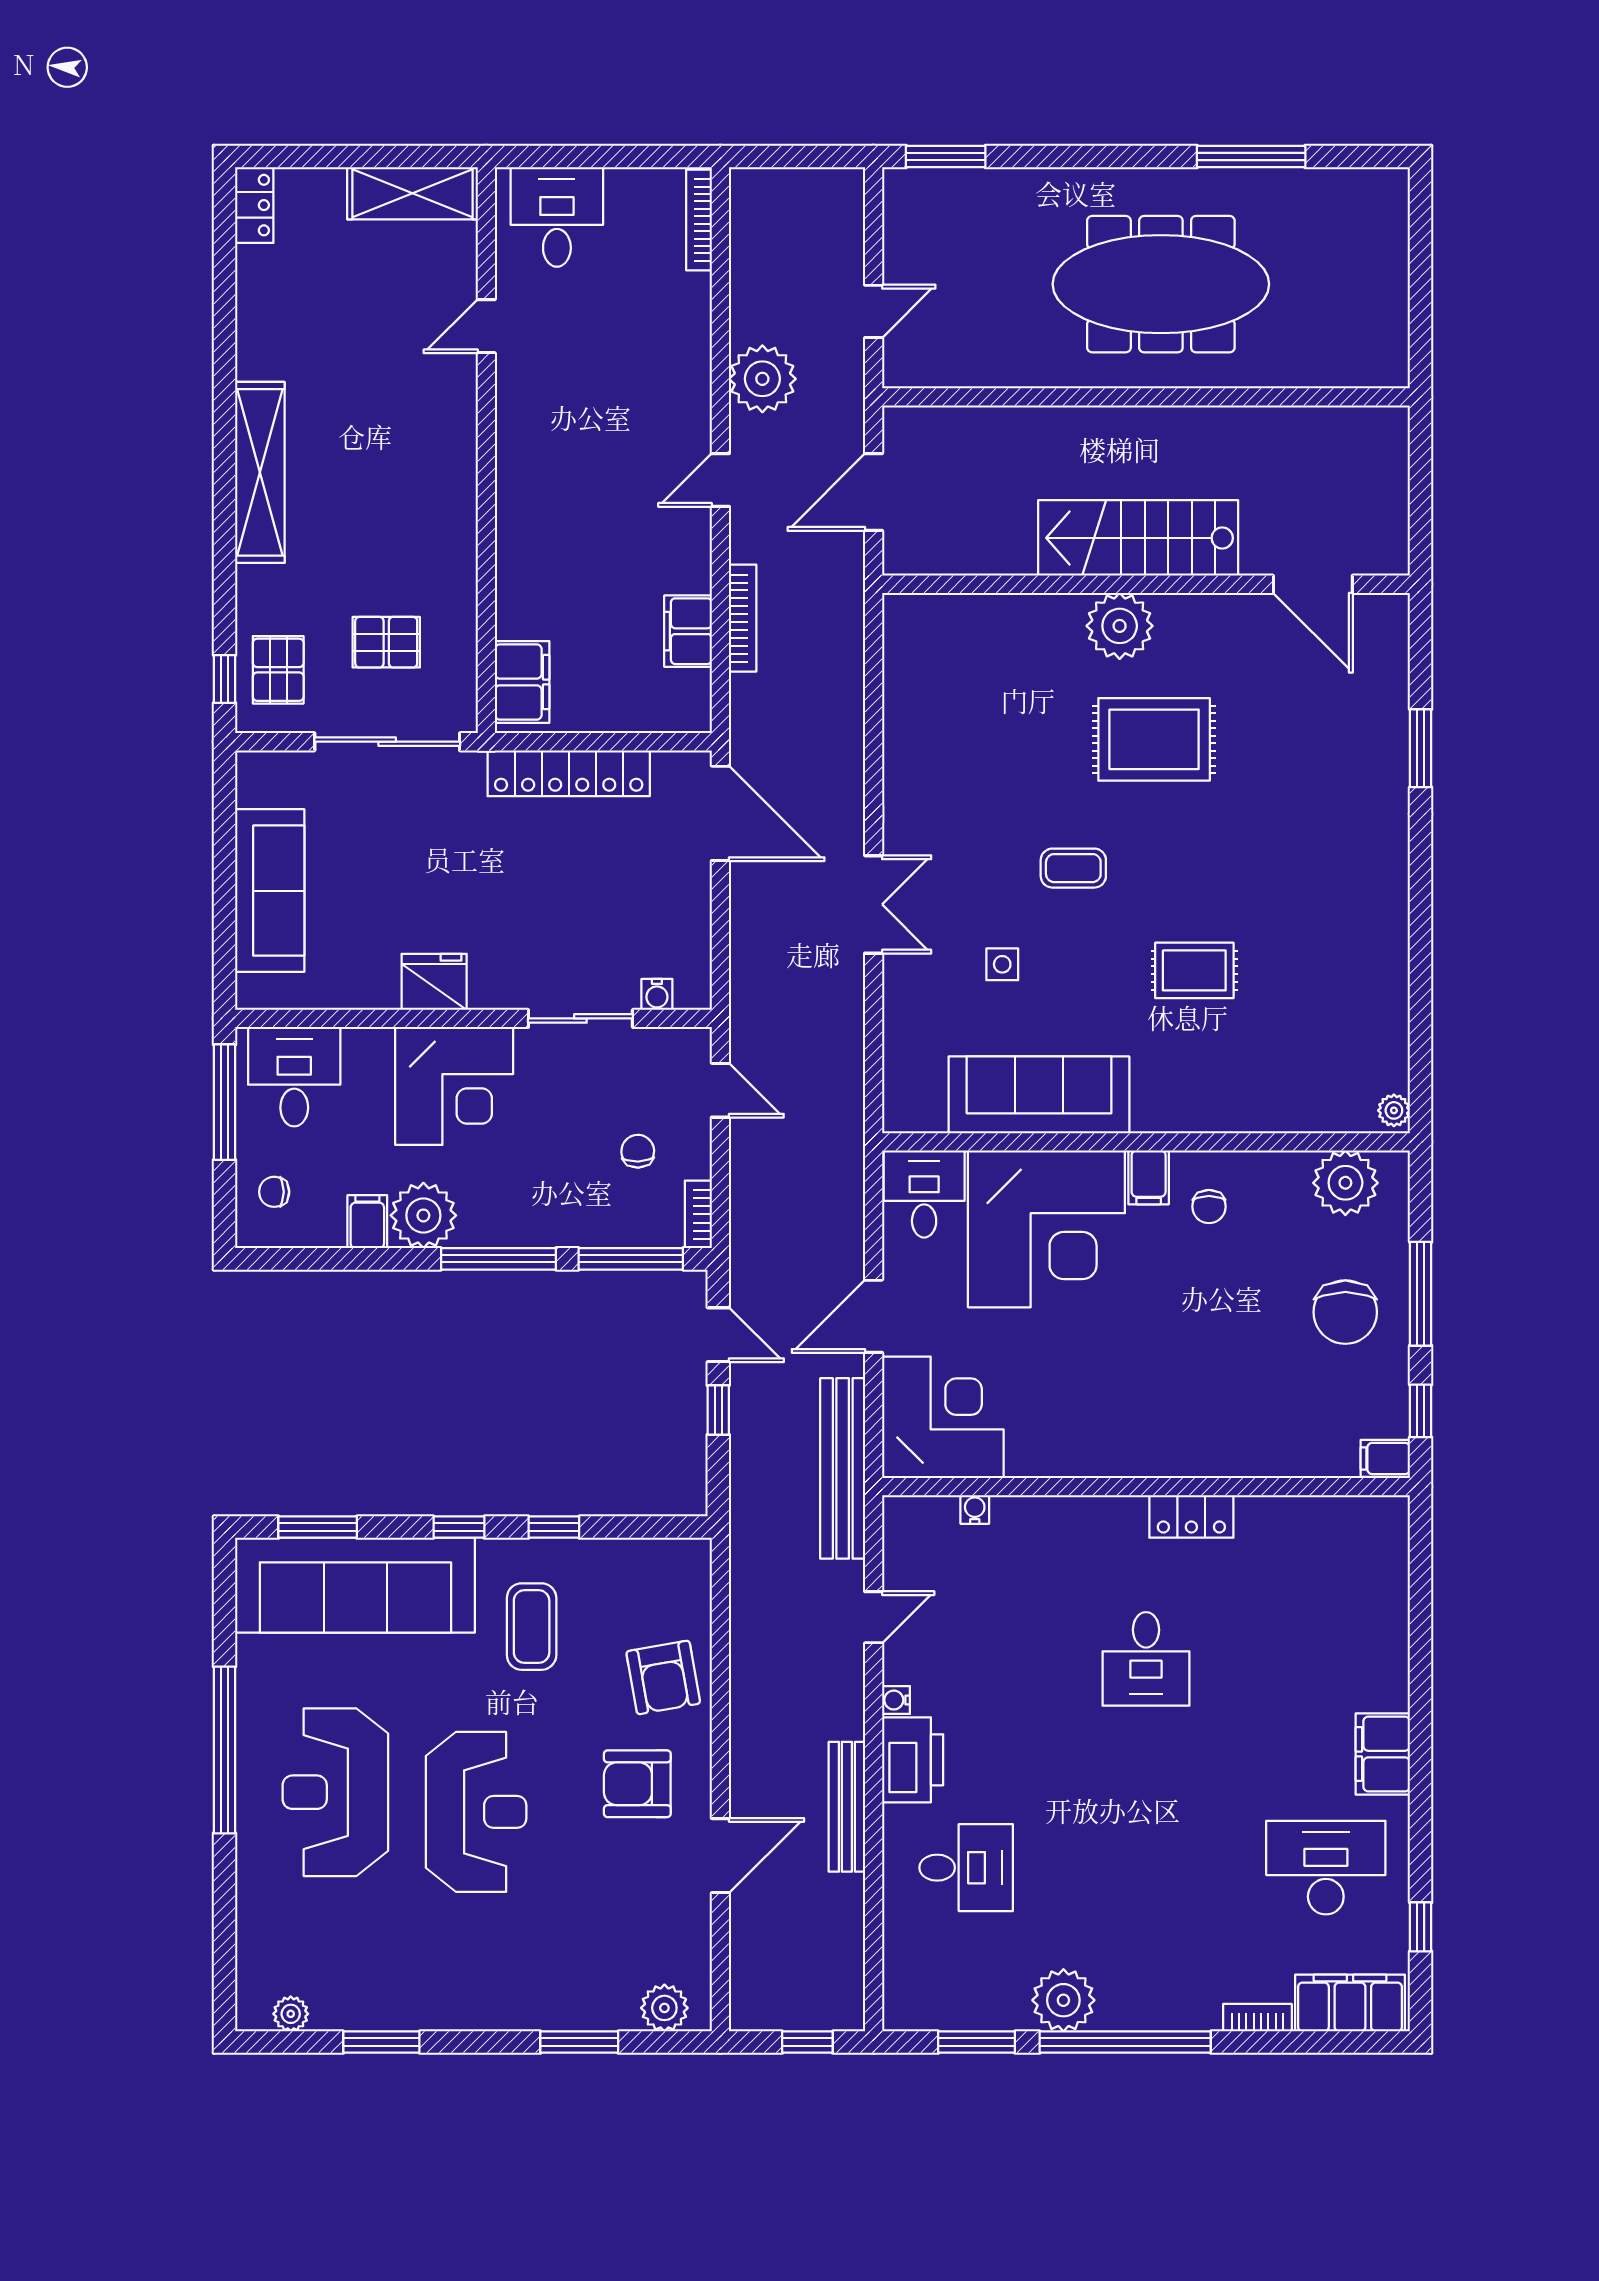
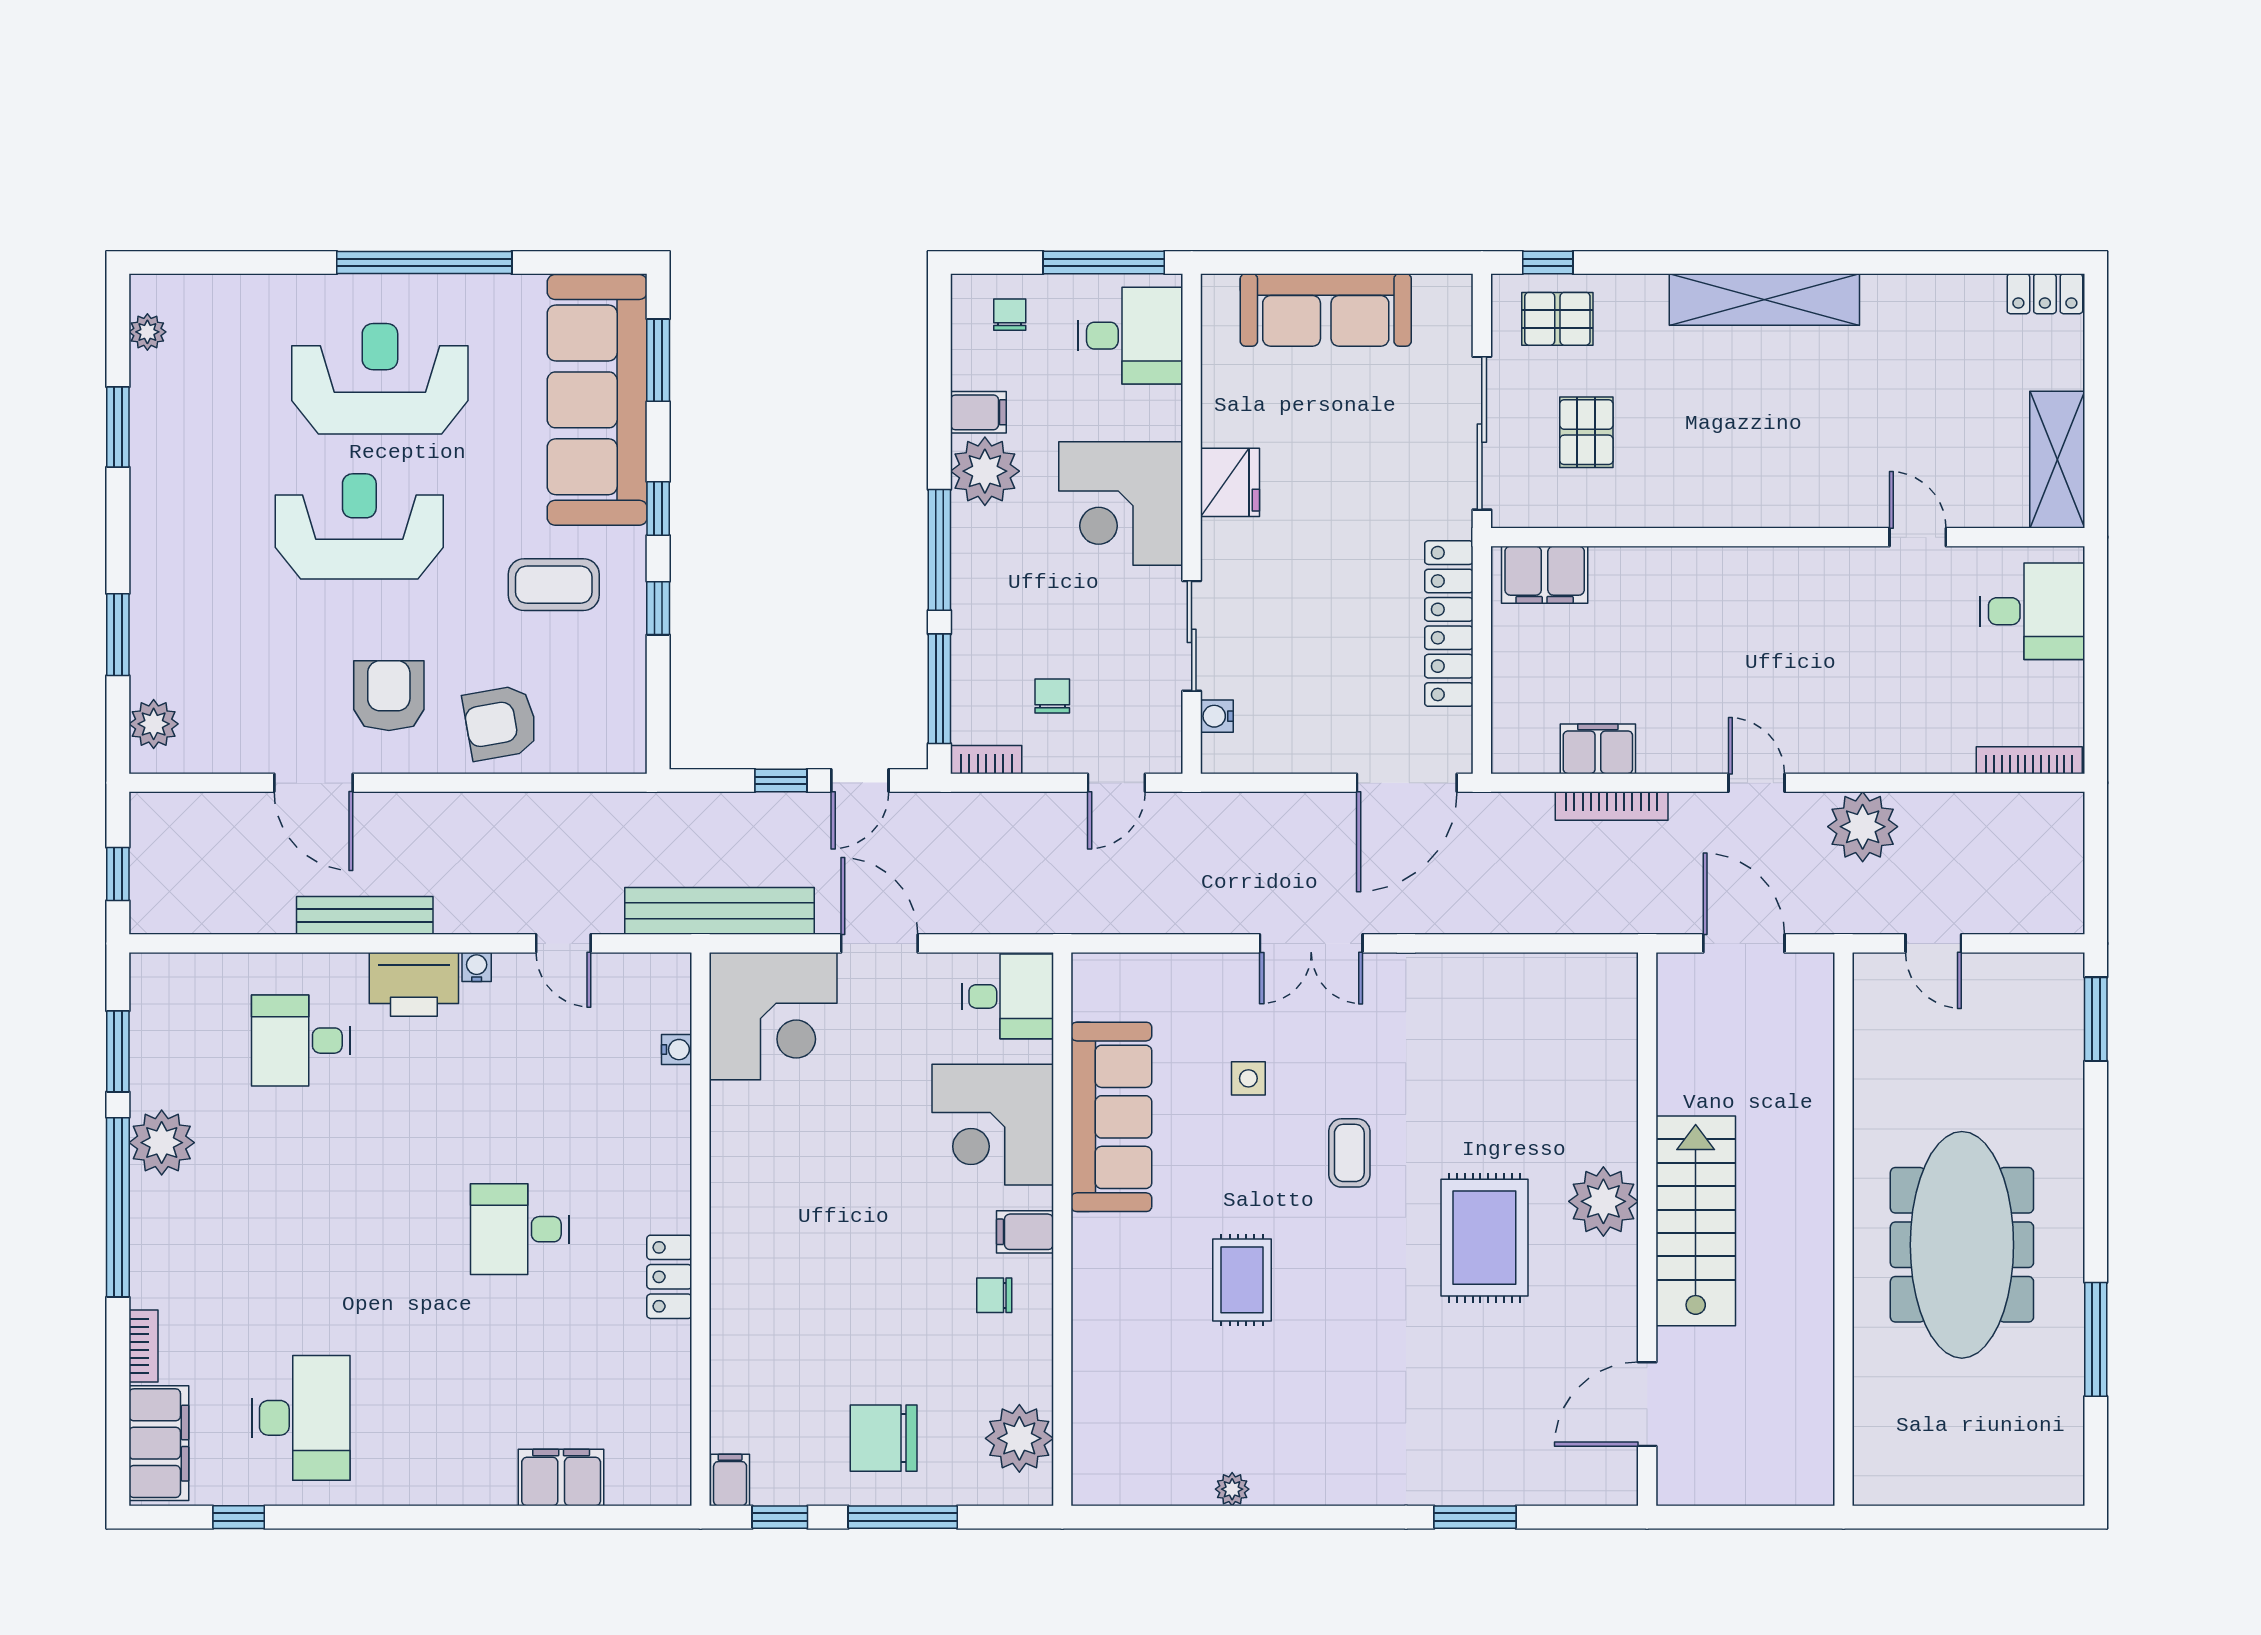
plant: (1394, 1110) -> (1232, 1489), moved
chair: (638, 1151) -> (1052, 696), turned -88
corner desk: (1046, 1229) -> (993, 1125), width x0.74, depth x0.74
filing cabinet: (1383, 1754) -> (561, 1478), moved
reception desk: (476, 1812) -> (359, 526), turned 180
desk: (966, 1868) -> (301, 1041), turned 90

